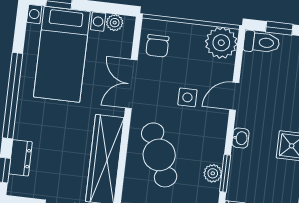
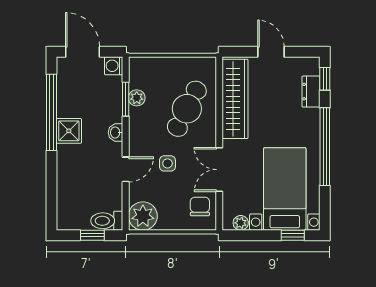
double door: (131, 84) -> (219, 170), swing flipped
cafe table: (159, 155) -> (187, 109), turned 50

